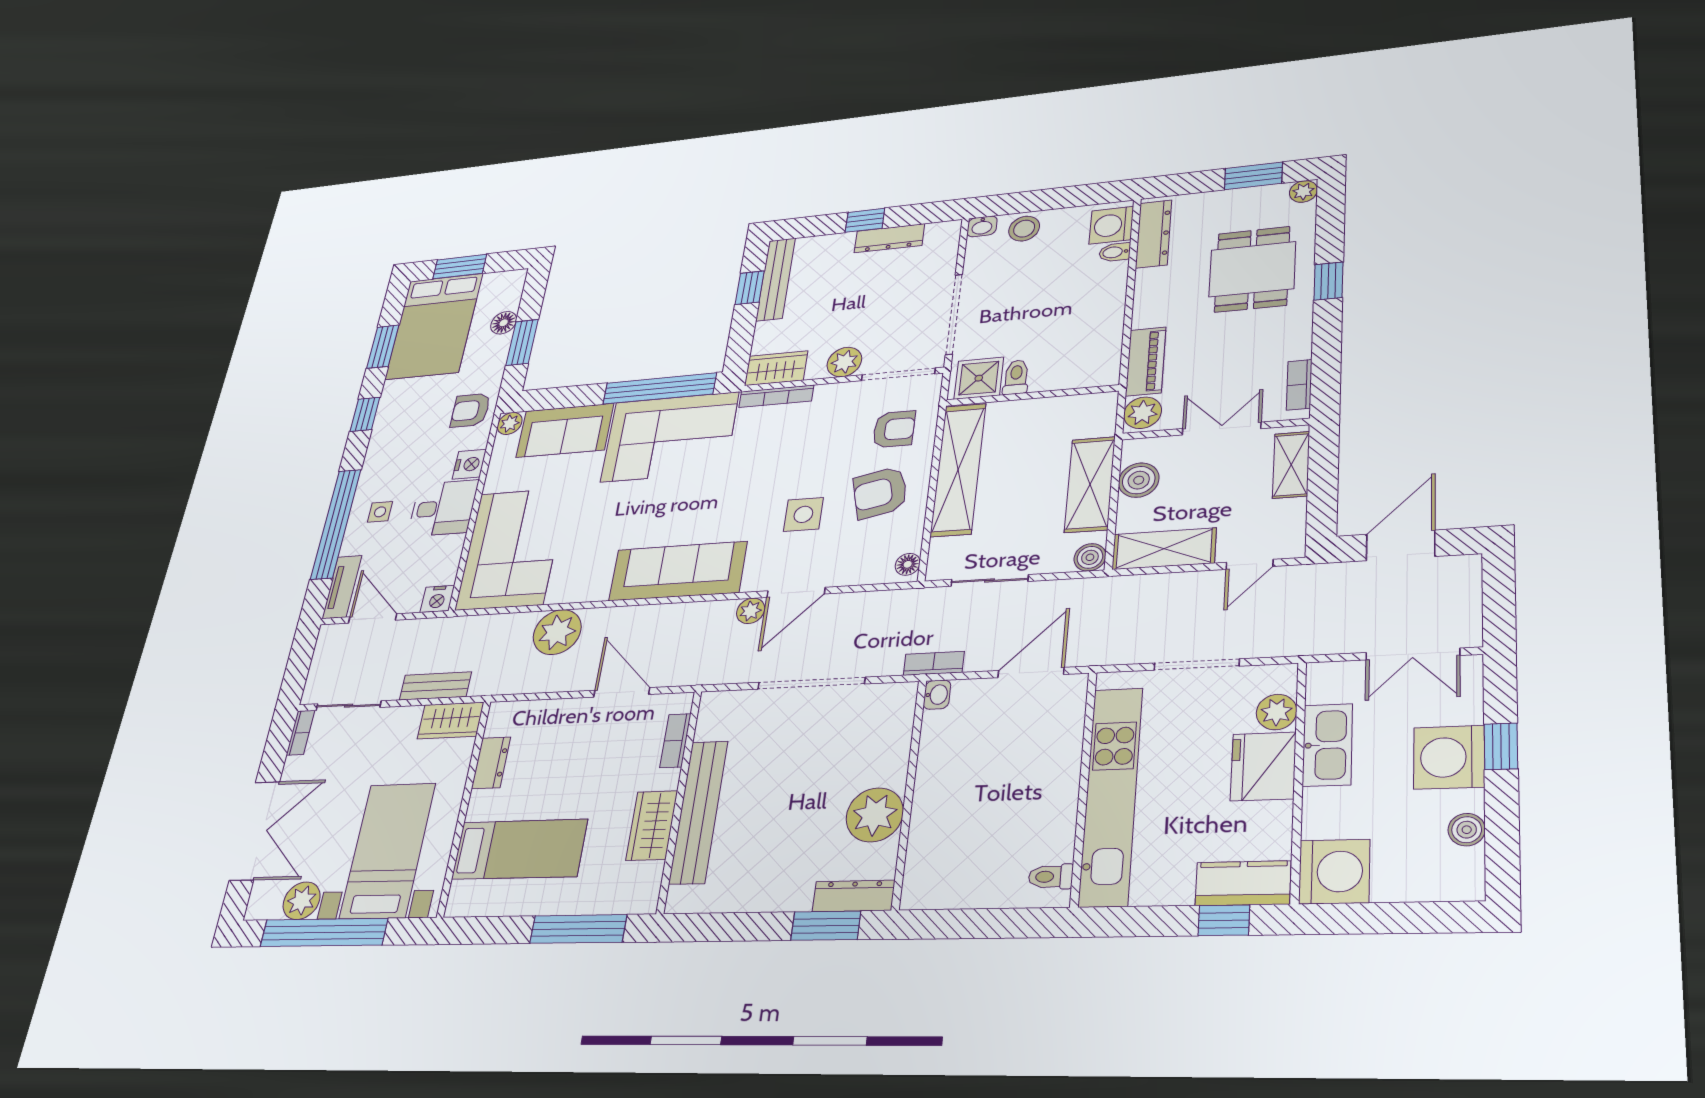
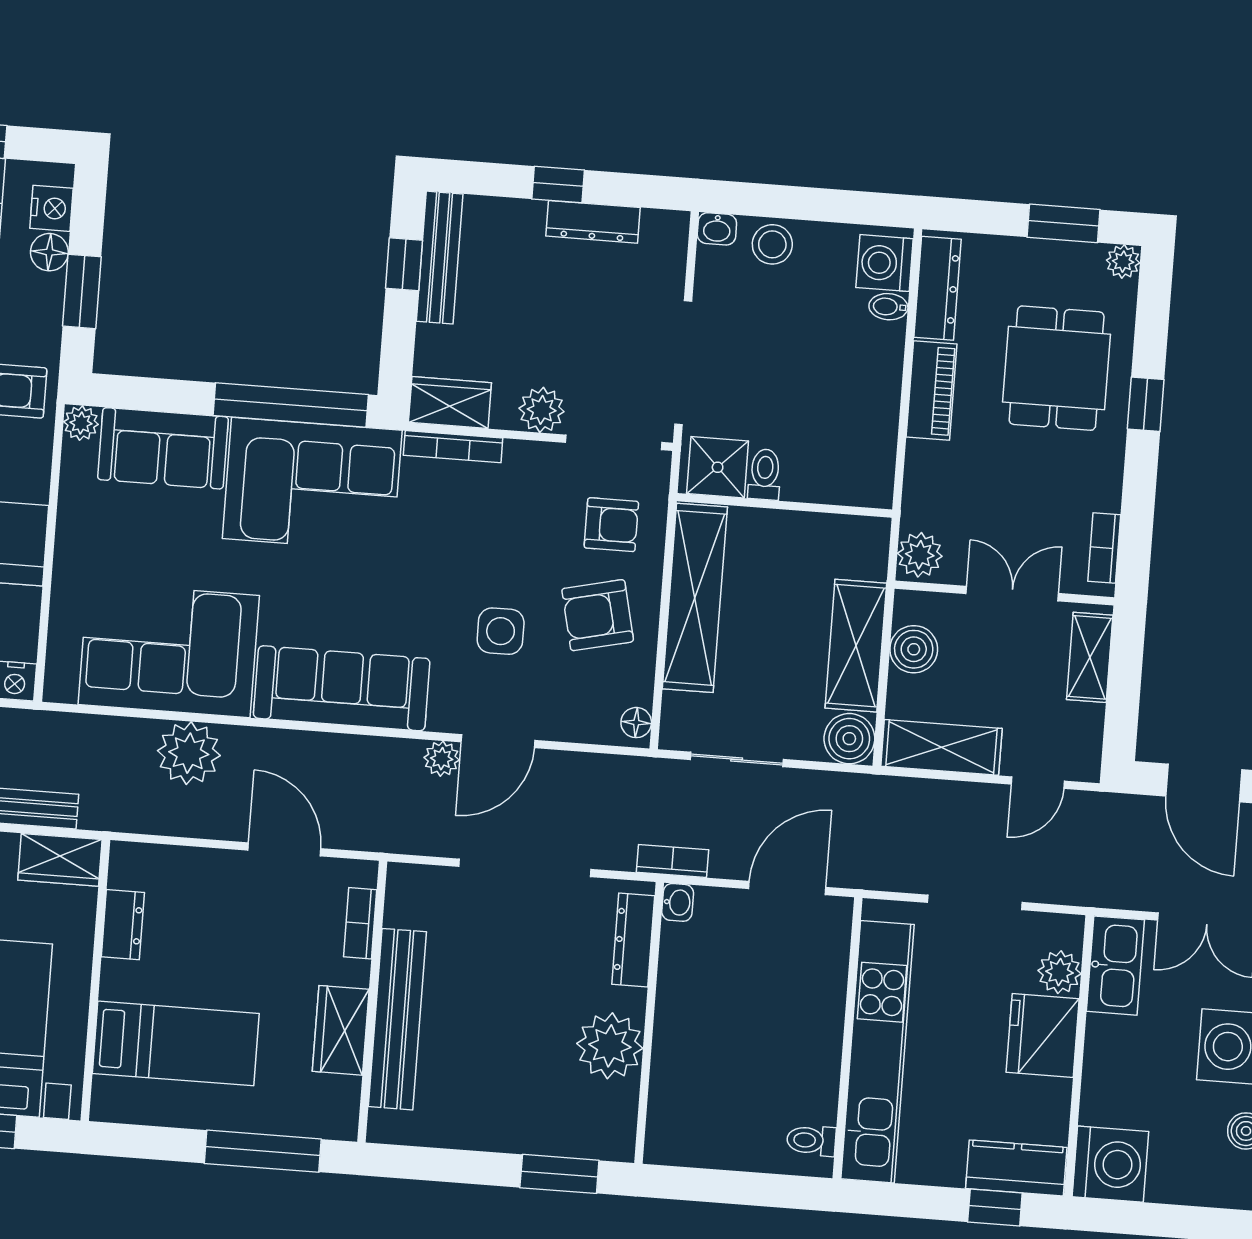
piano: (1146, 361) -> (931, 390), moved
nightstand: (469, 464) -> (51, 208), moved
door: (1401, 545) -> (1204, 783), swing flipped
corner sofa: (512, 549) -> (169, 650), moved, turned -90
boiler: (1090, 557) -> (849, 739), width x1.36, depth x1.36
kitchen sink: (1327, 745) -> (1115, 966), moved
dresser: (854, 896) -> (633, 940), moved, turned -90

